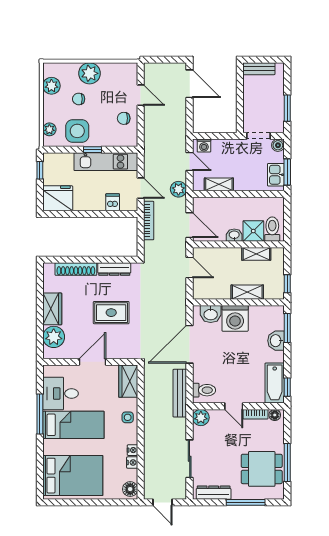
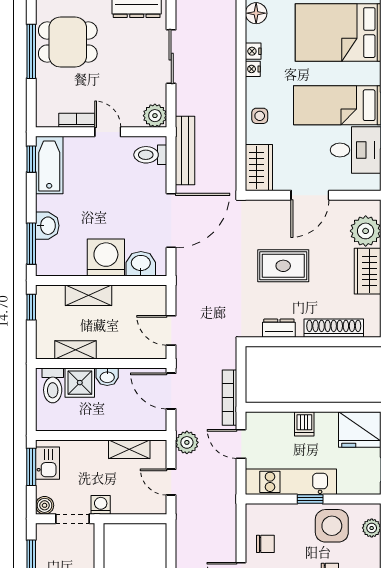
washing machine: (204, 146) -> (101, 505), moved
dishwasher: (113, 202) -> (304, 424), moved
dresser: (114, 269) -> (279, 328), width x0.70
floor lamp: (275, 415) -> (49, 119), removed

